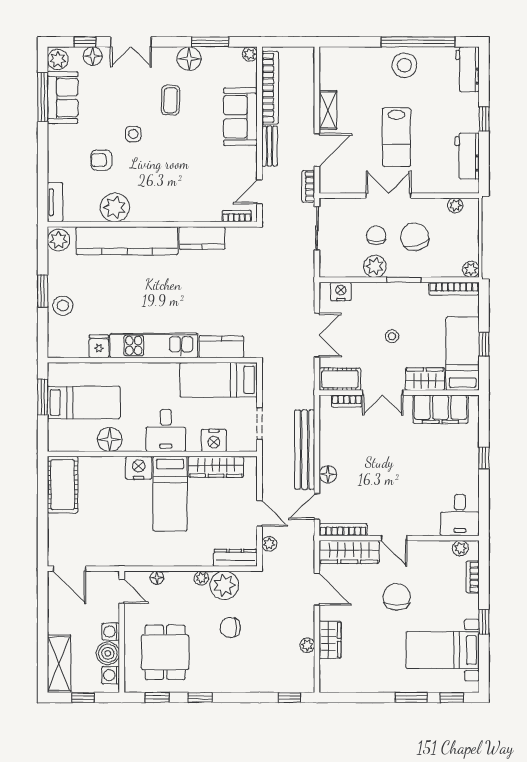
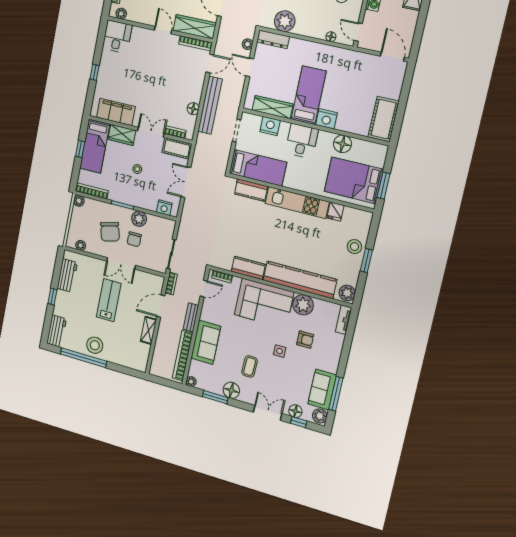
corner sofa: (169, 195) -> (264, 303), added
bed: (84, 402) -> (354, 180), width x1.50
floor lamp: (328, 474) -> (193, 109), moved
plant: (201, 578) -> (300, 30), removed

